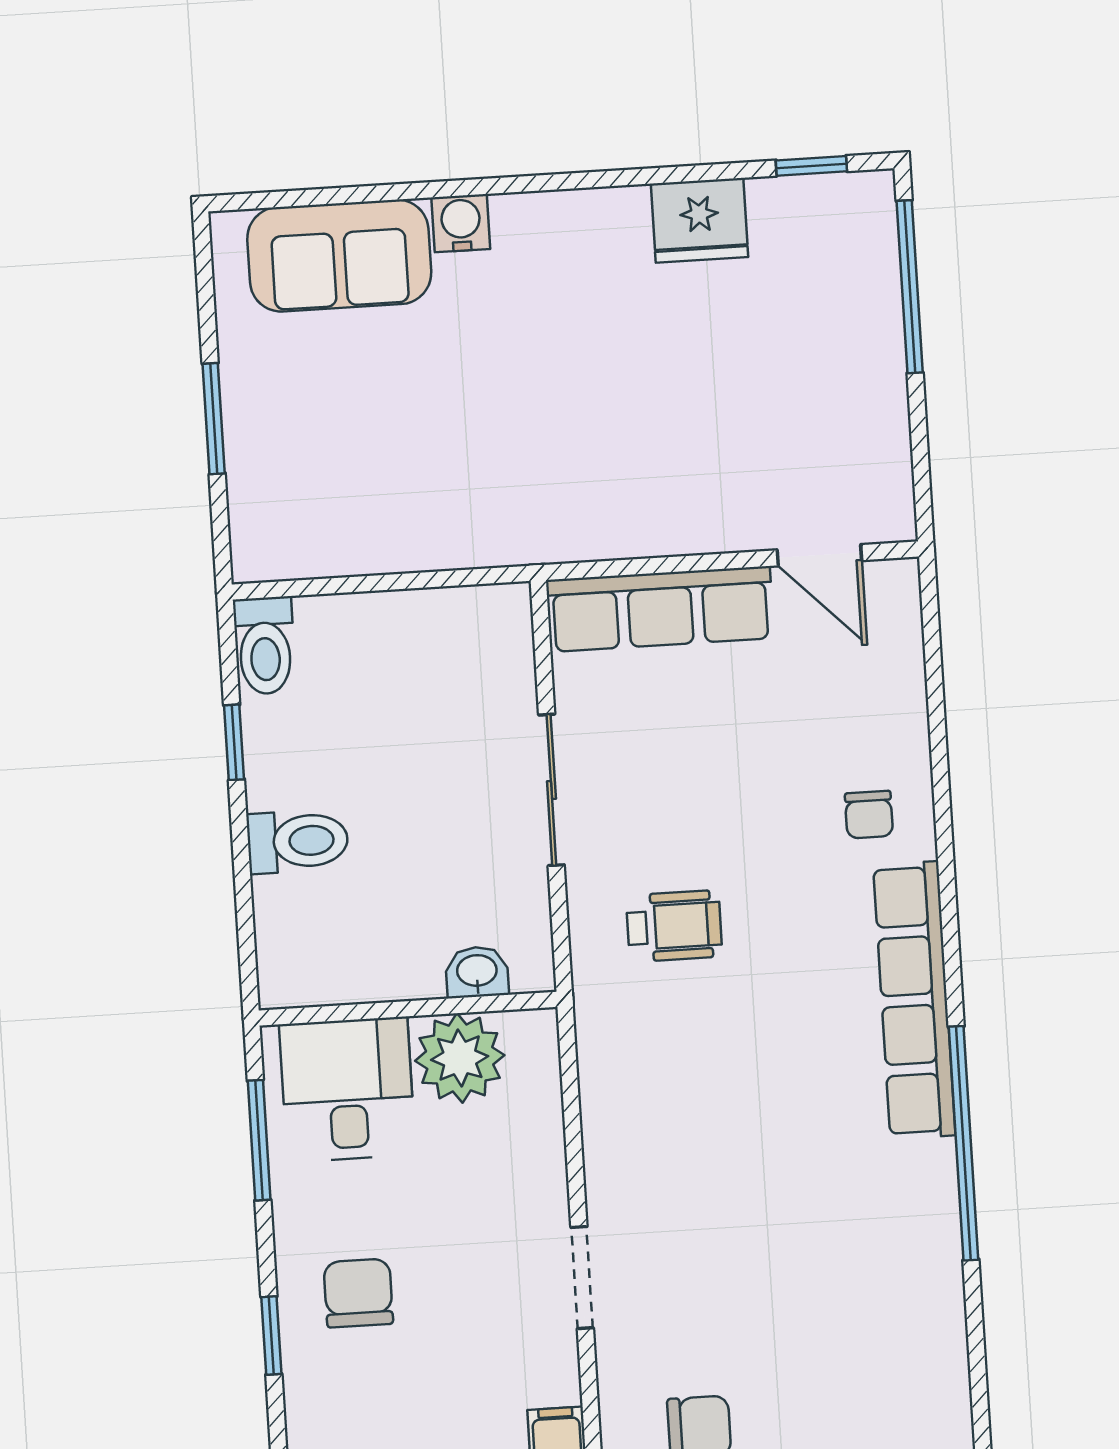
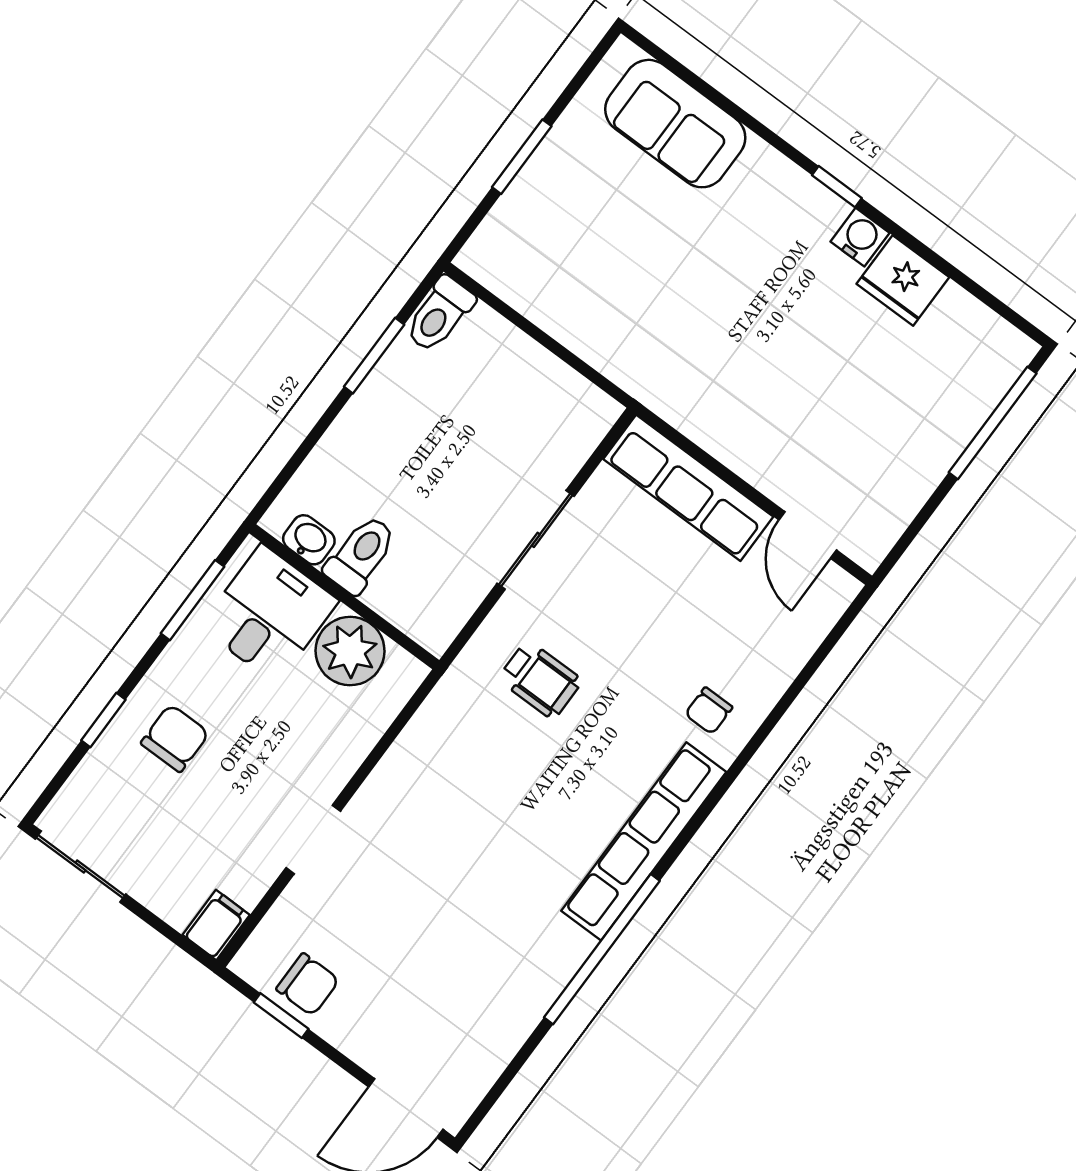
window: (811, 166) -> (837, 187), moved
water cooler: (461, 223) -> (860, 237), moved
window: (234, 742) -> (374, 356), width x1.50
toilet: (298, 841) -> (361, 555), moved, turned -90
washbasin: (477, 972) -> (309, 540), moved

